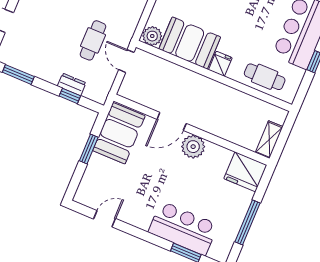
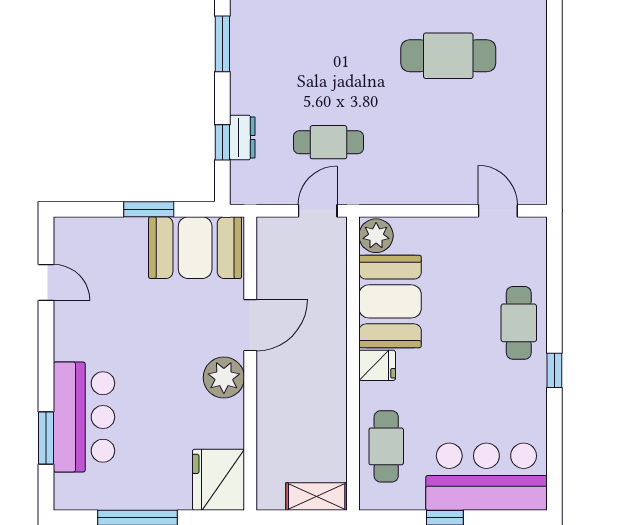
door: (172, 121) -> (250, 325), swing flipped
shelving: (269, 140) -> (317, 497), moved

